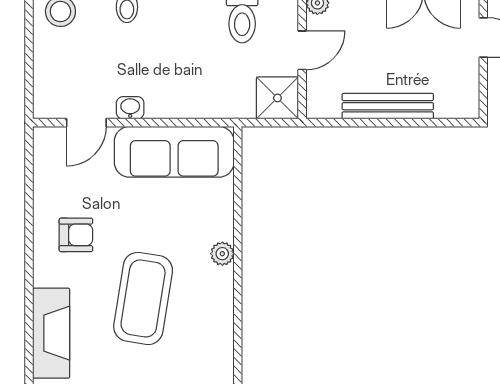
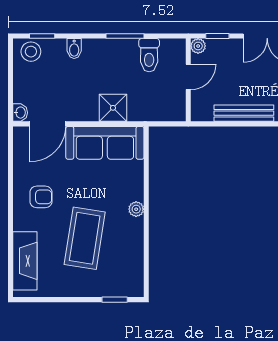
shower: (277, 98) -> (113, 108), moved
washbasin: (130, 108) -> (20, 113), moved, turned 90
door: (86, 123) -> (48, 124), width x1.38

